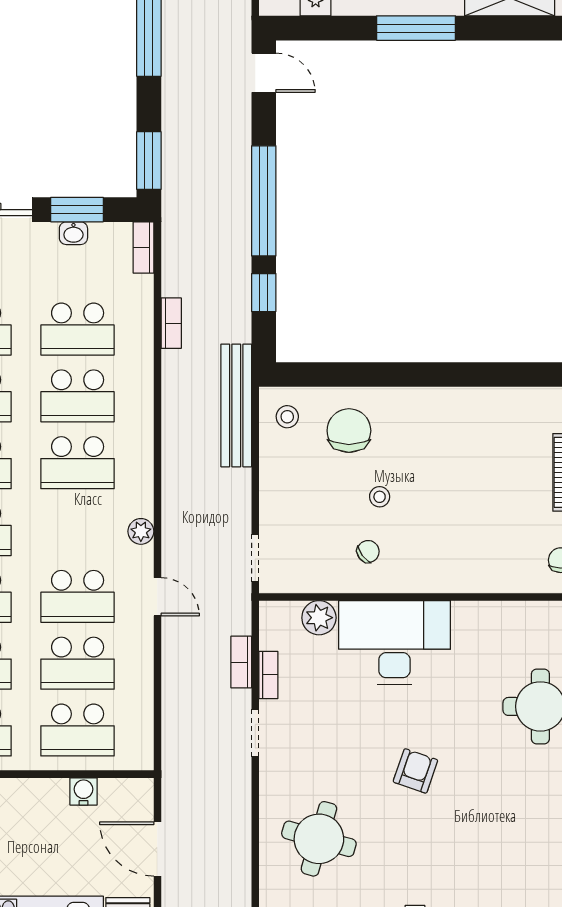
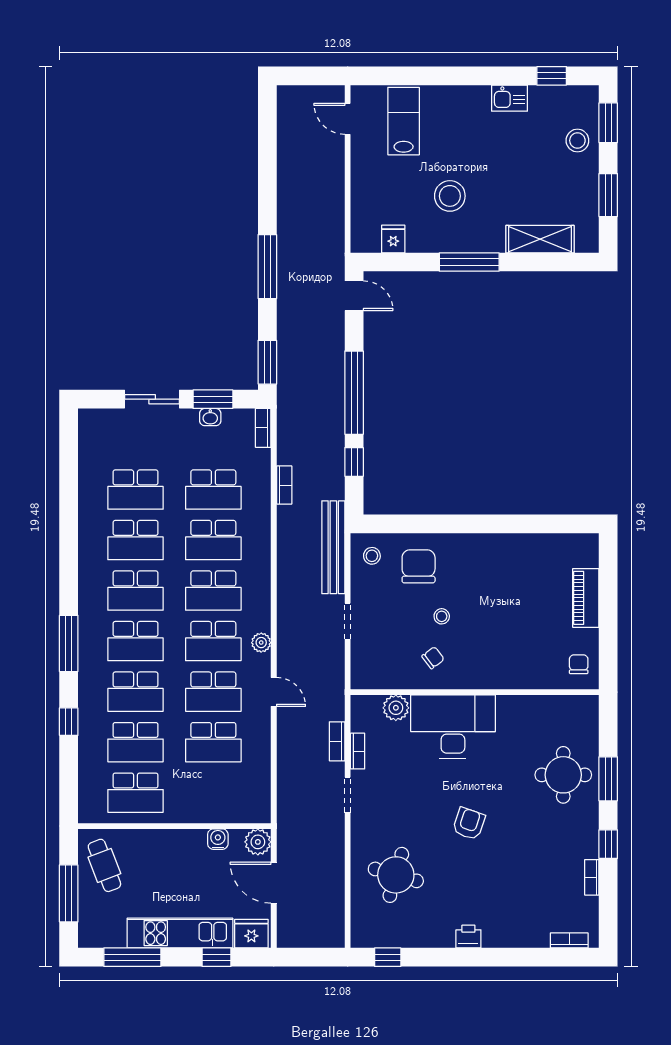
doorway: (255, 558) -> (348, 621), moved
school desk: (78, 730) -> (213, 641), moved
plant: (136, 795) -> (258, 842), added

